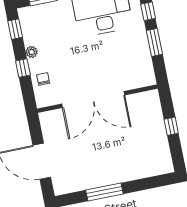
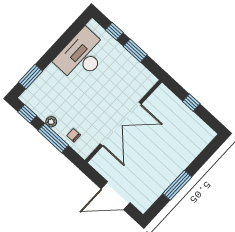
window: (23, 68) -> (53, 138), width x2.17

